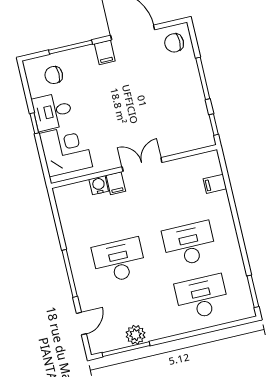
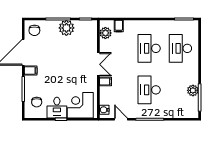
plant: (191, 96) -> (66, 28), added
plant: (198, 164) -> (105, 33), added
double door: (142, 165) -> (98, 64), swing flipped
water cooler: (99, 185) -> (104, 110), moved
door: (81, 324) -> (121, 119), moved

